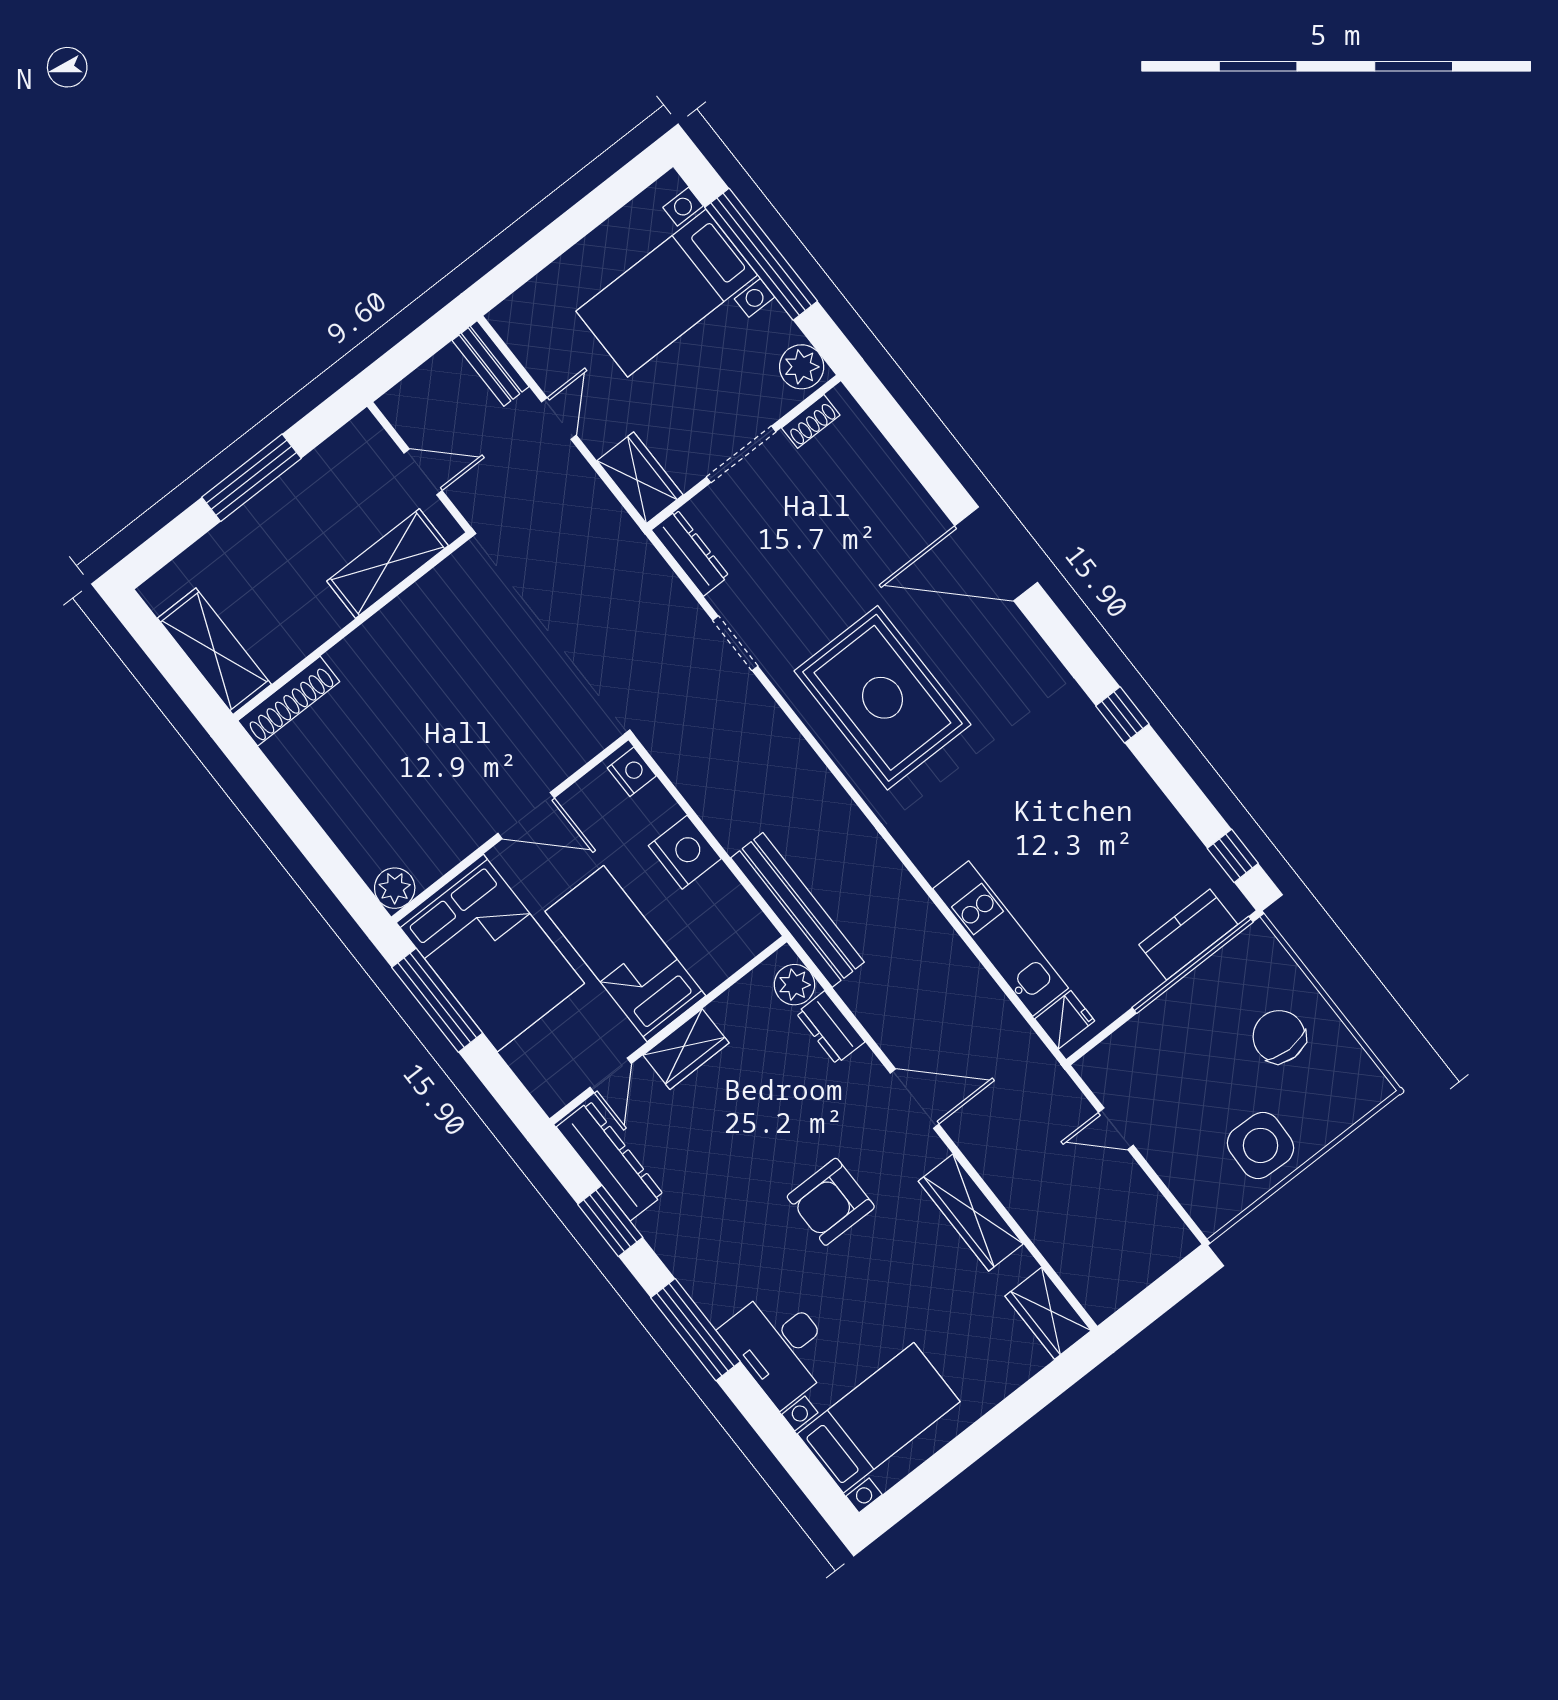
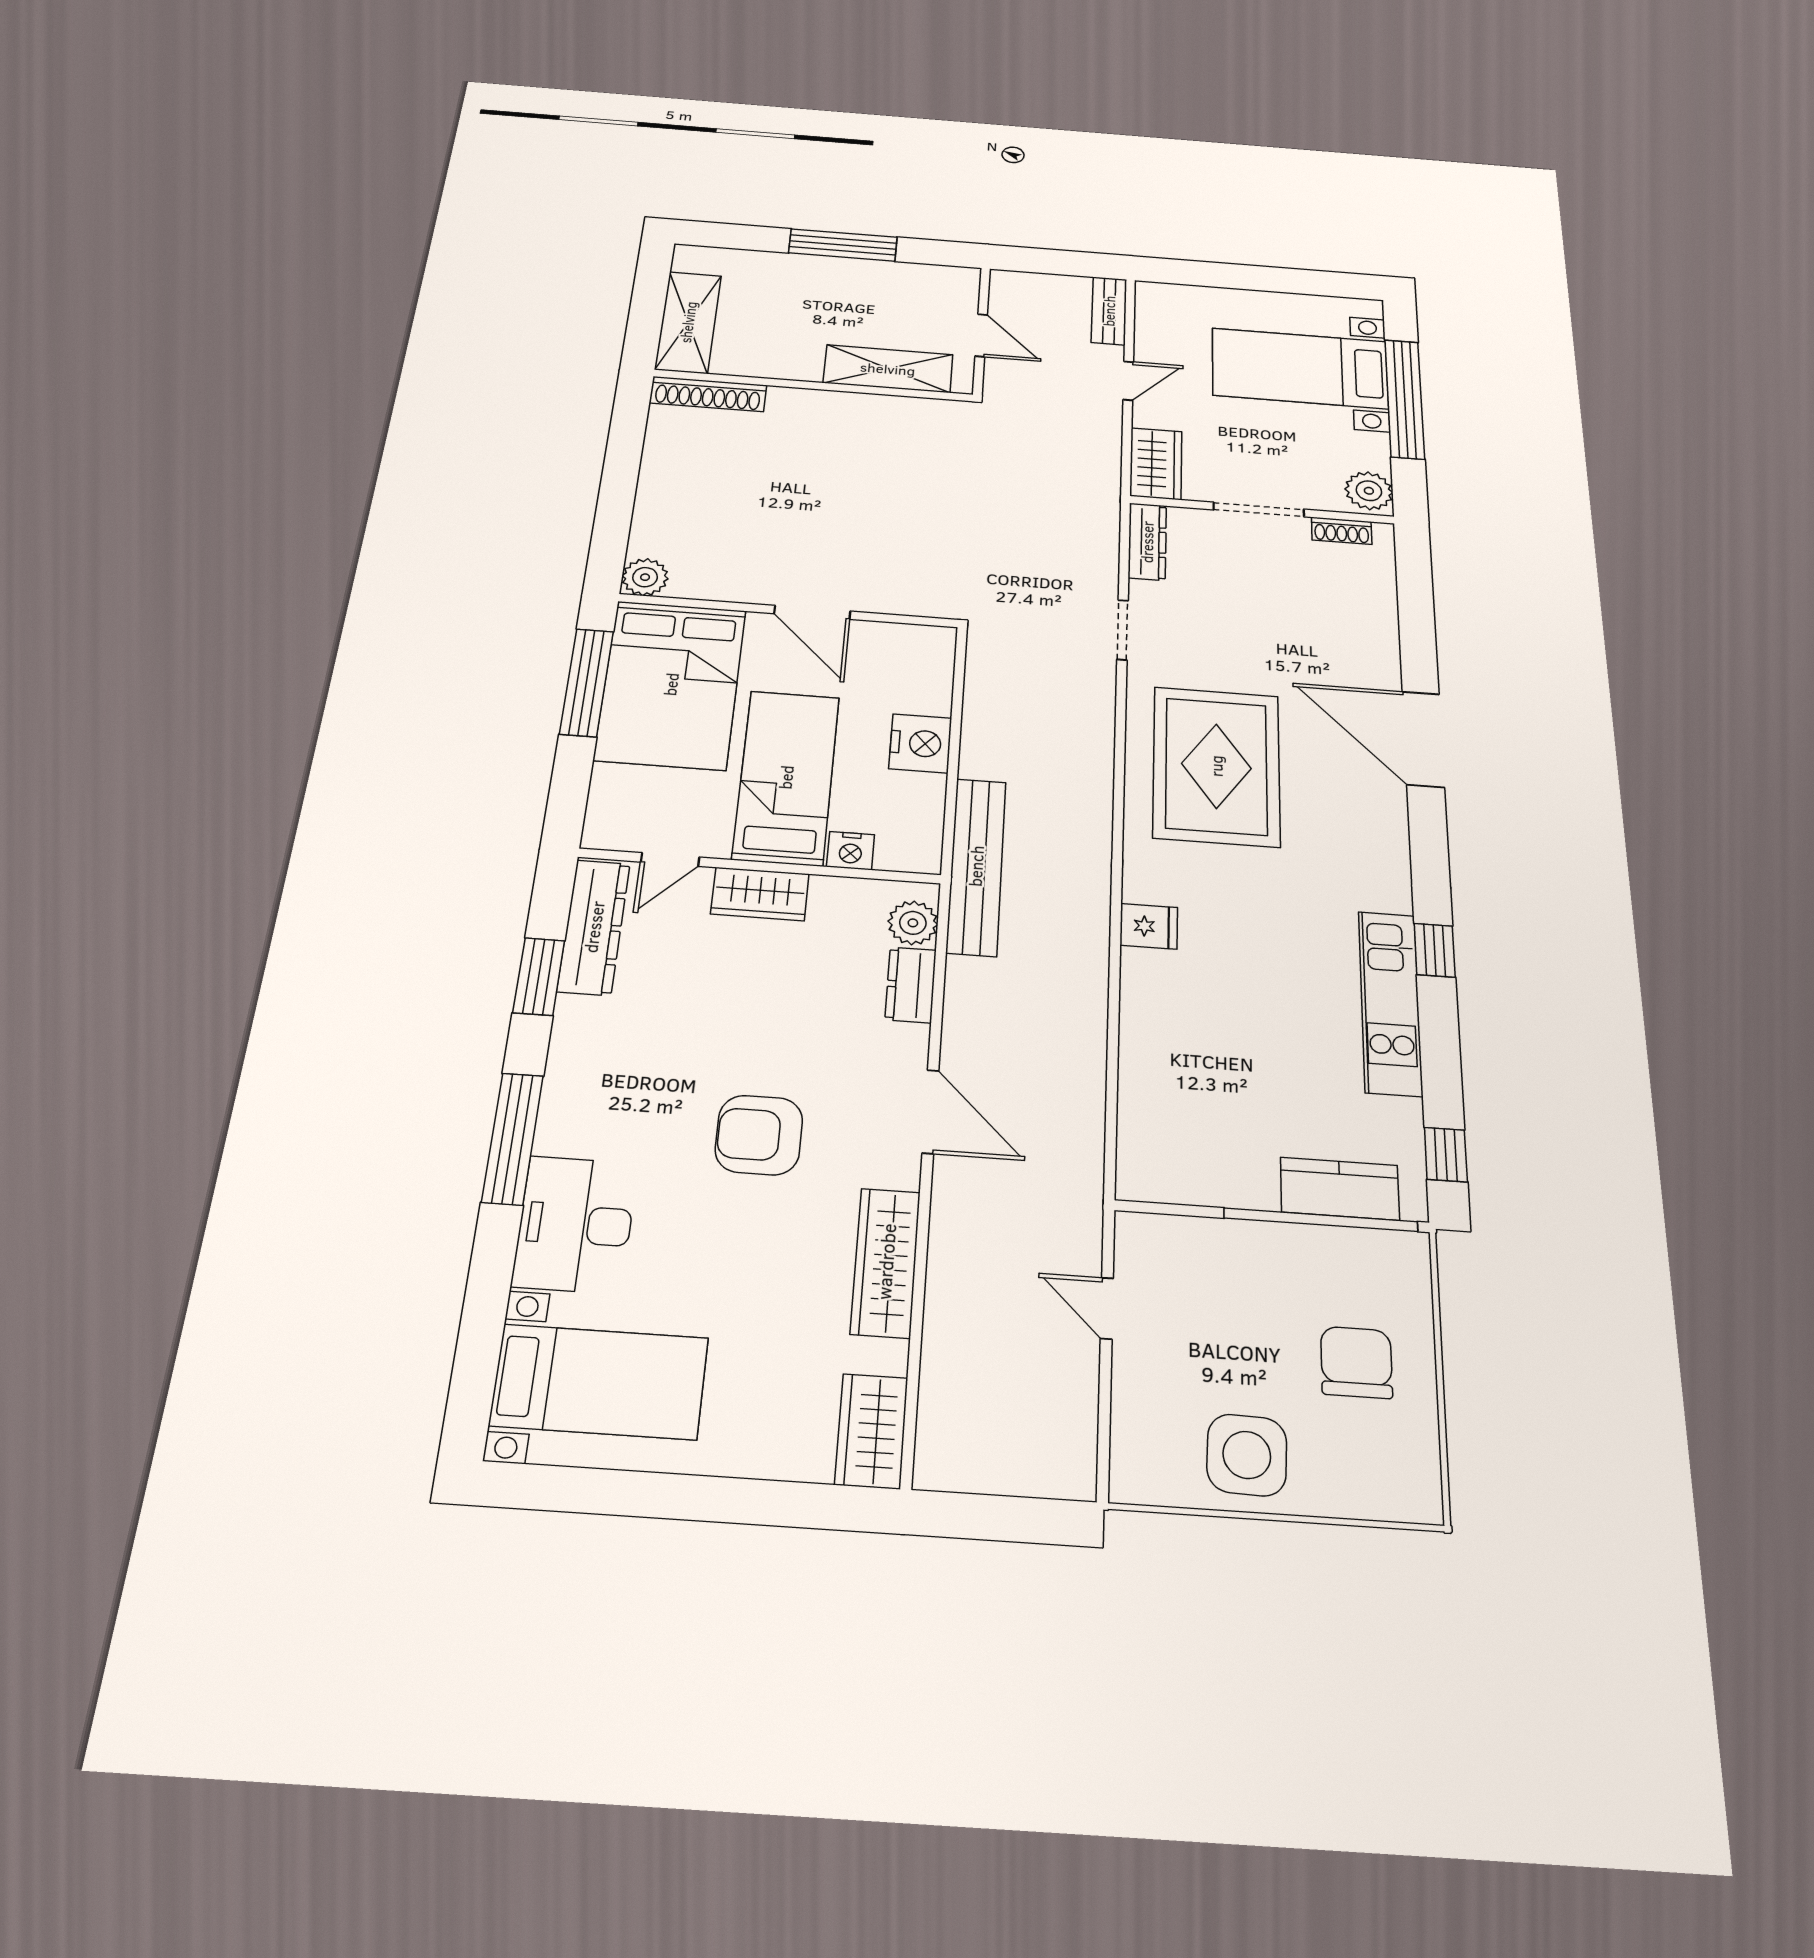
nightstand: (632, 772) -> (851, 851), moved, turned 90
kitchen unit: (1001, 938) -> (1390, 1003), moved, turned 180
fridge: (1065, 1020) -> (1149, 926), moved

